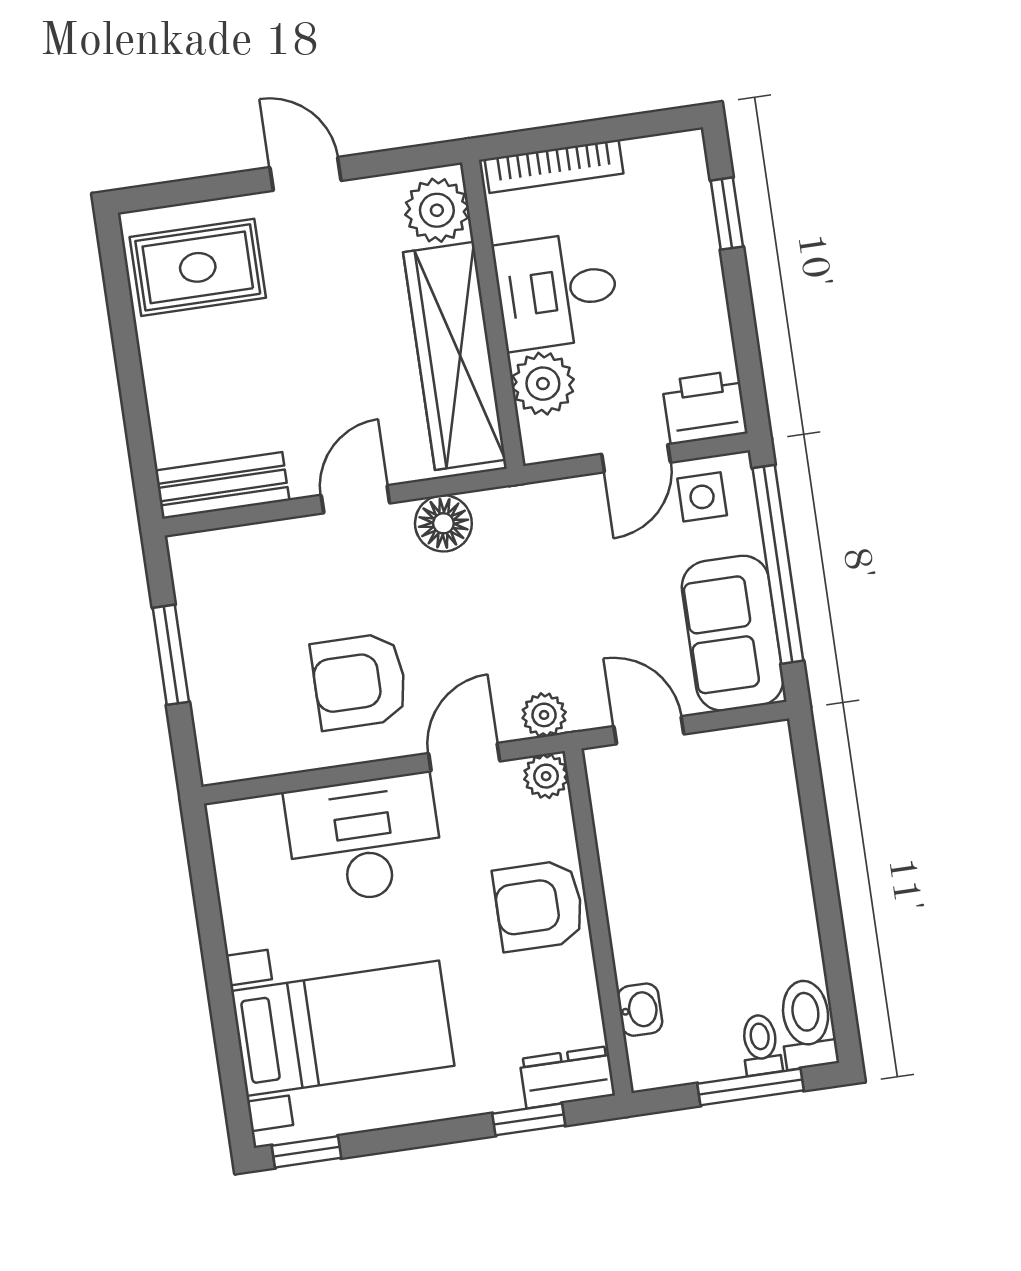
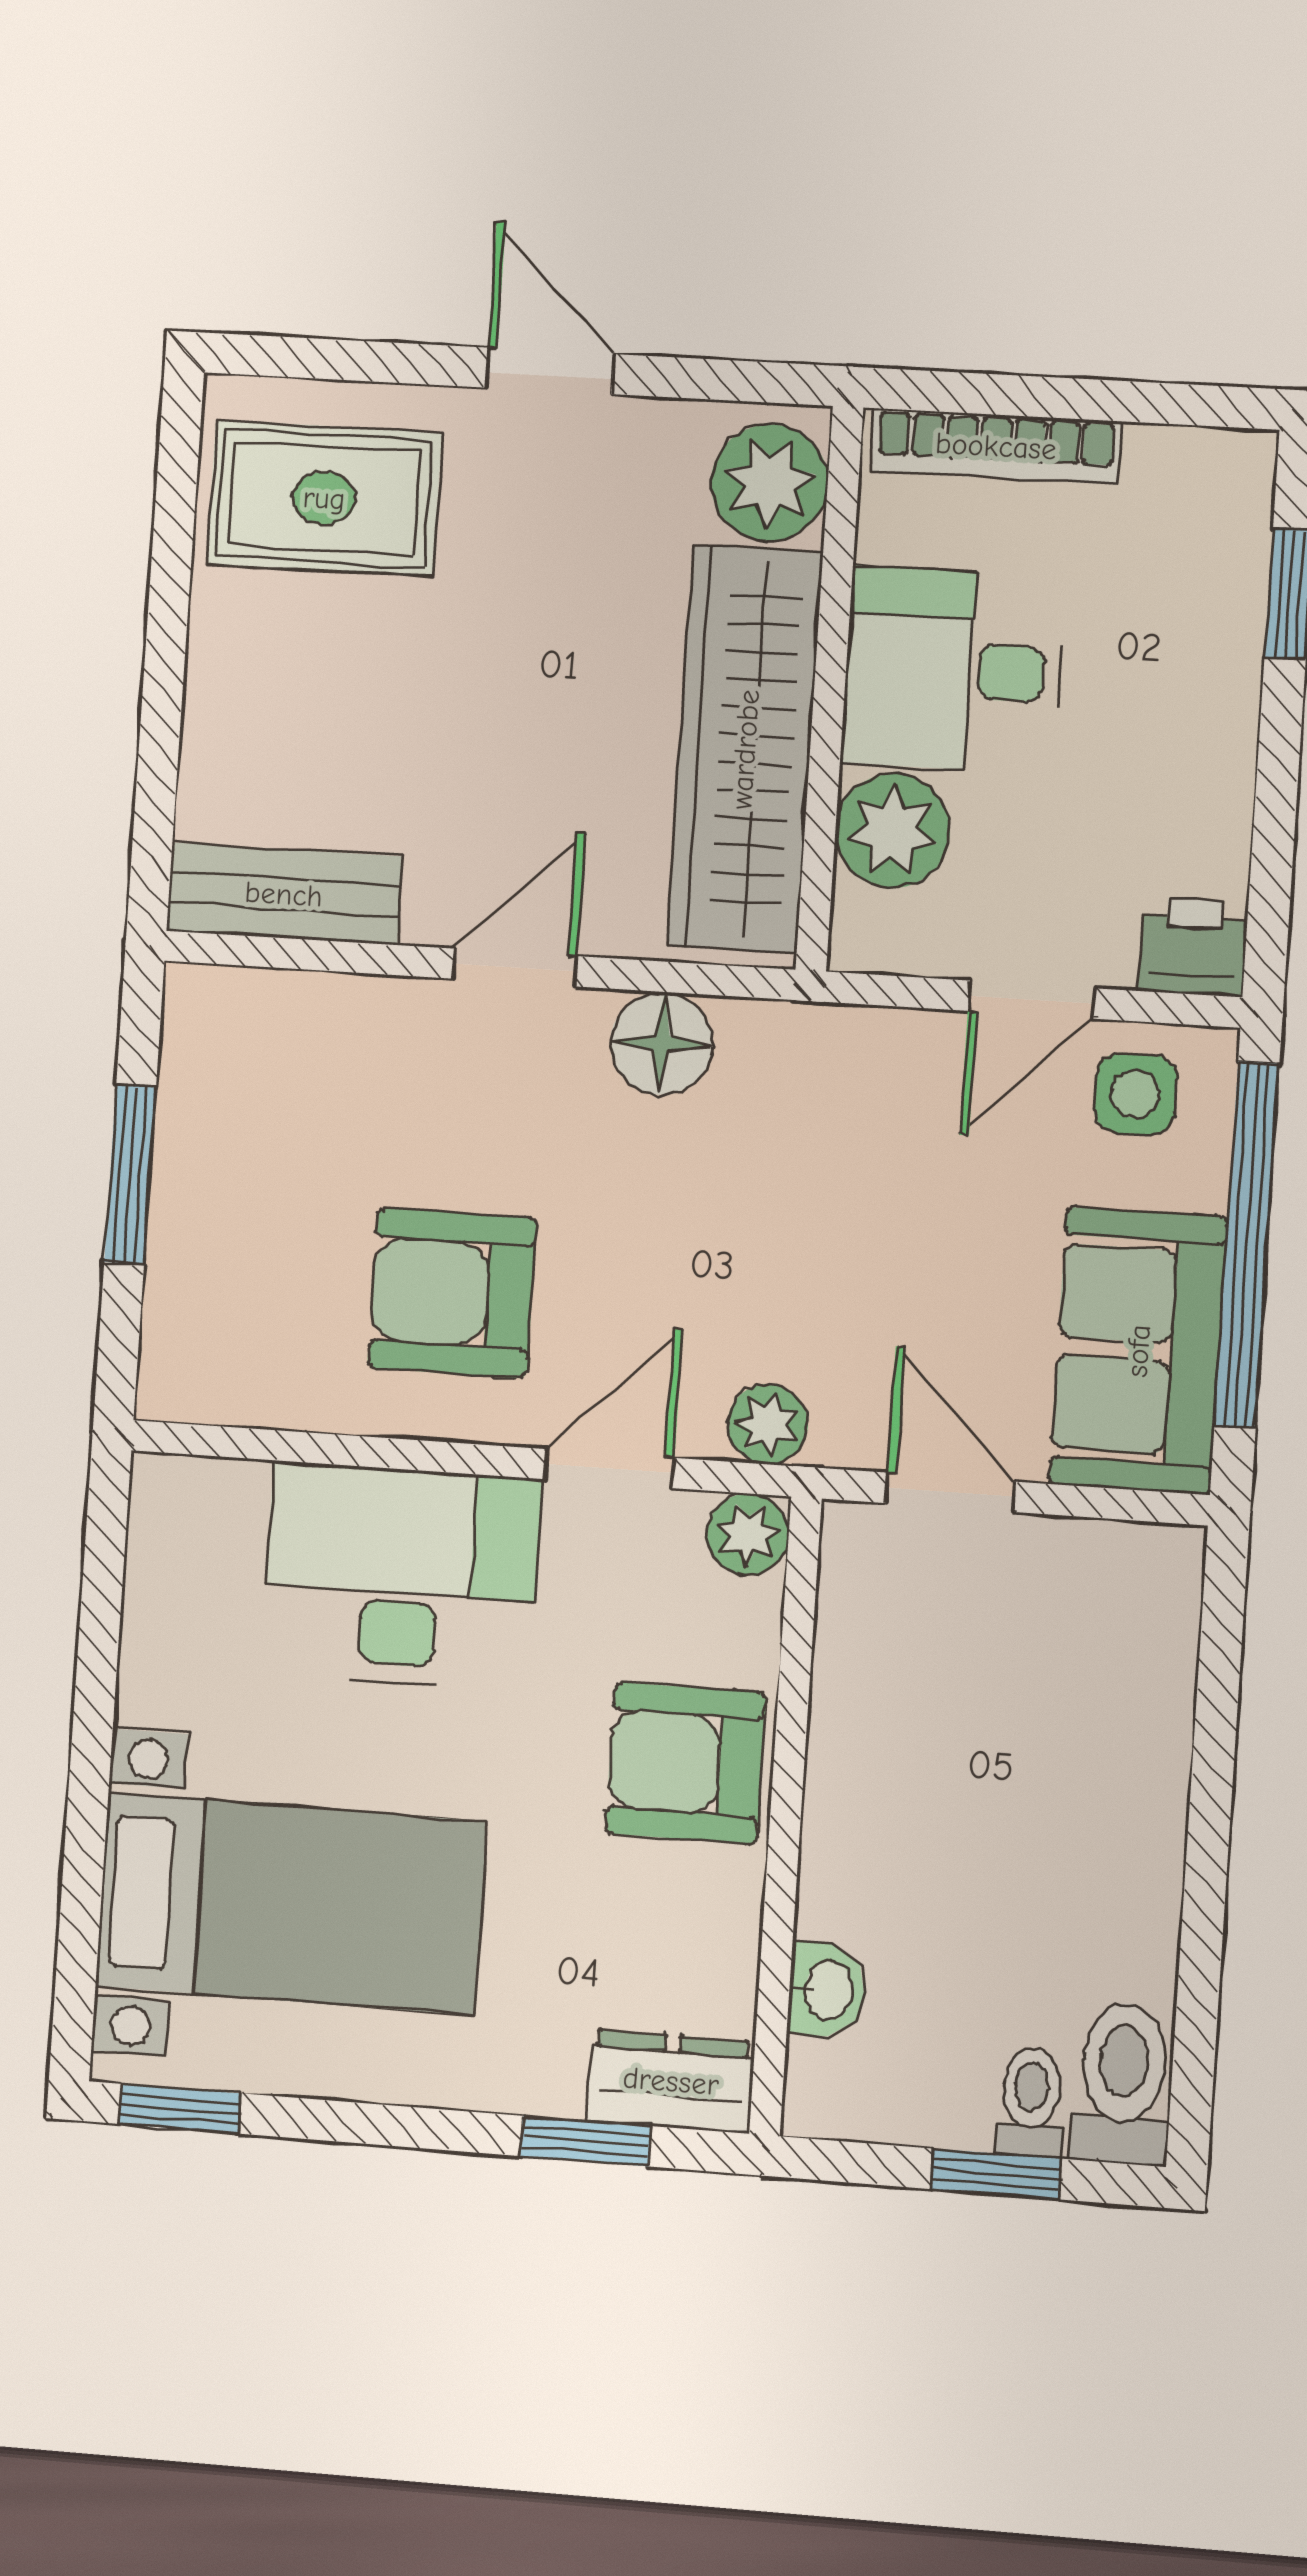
printer: (705, 407) -> (1193, 947), width x0.73, depth x0.81
window: (751, 1087) -> (996, 2174), width x0.67

